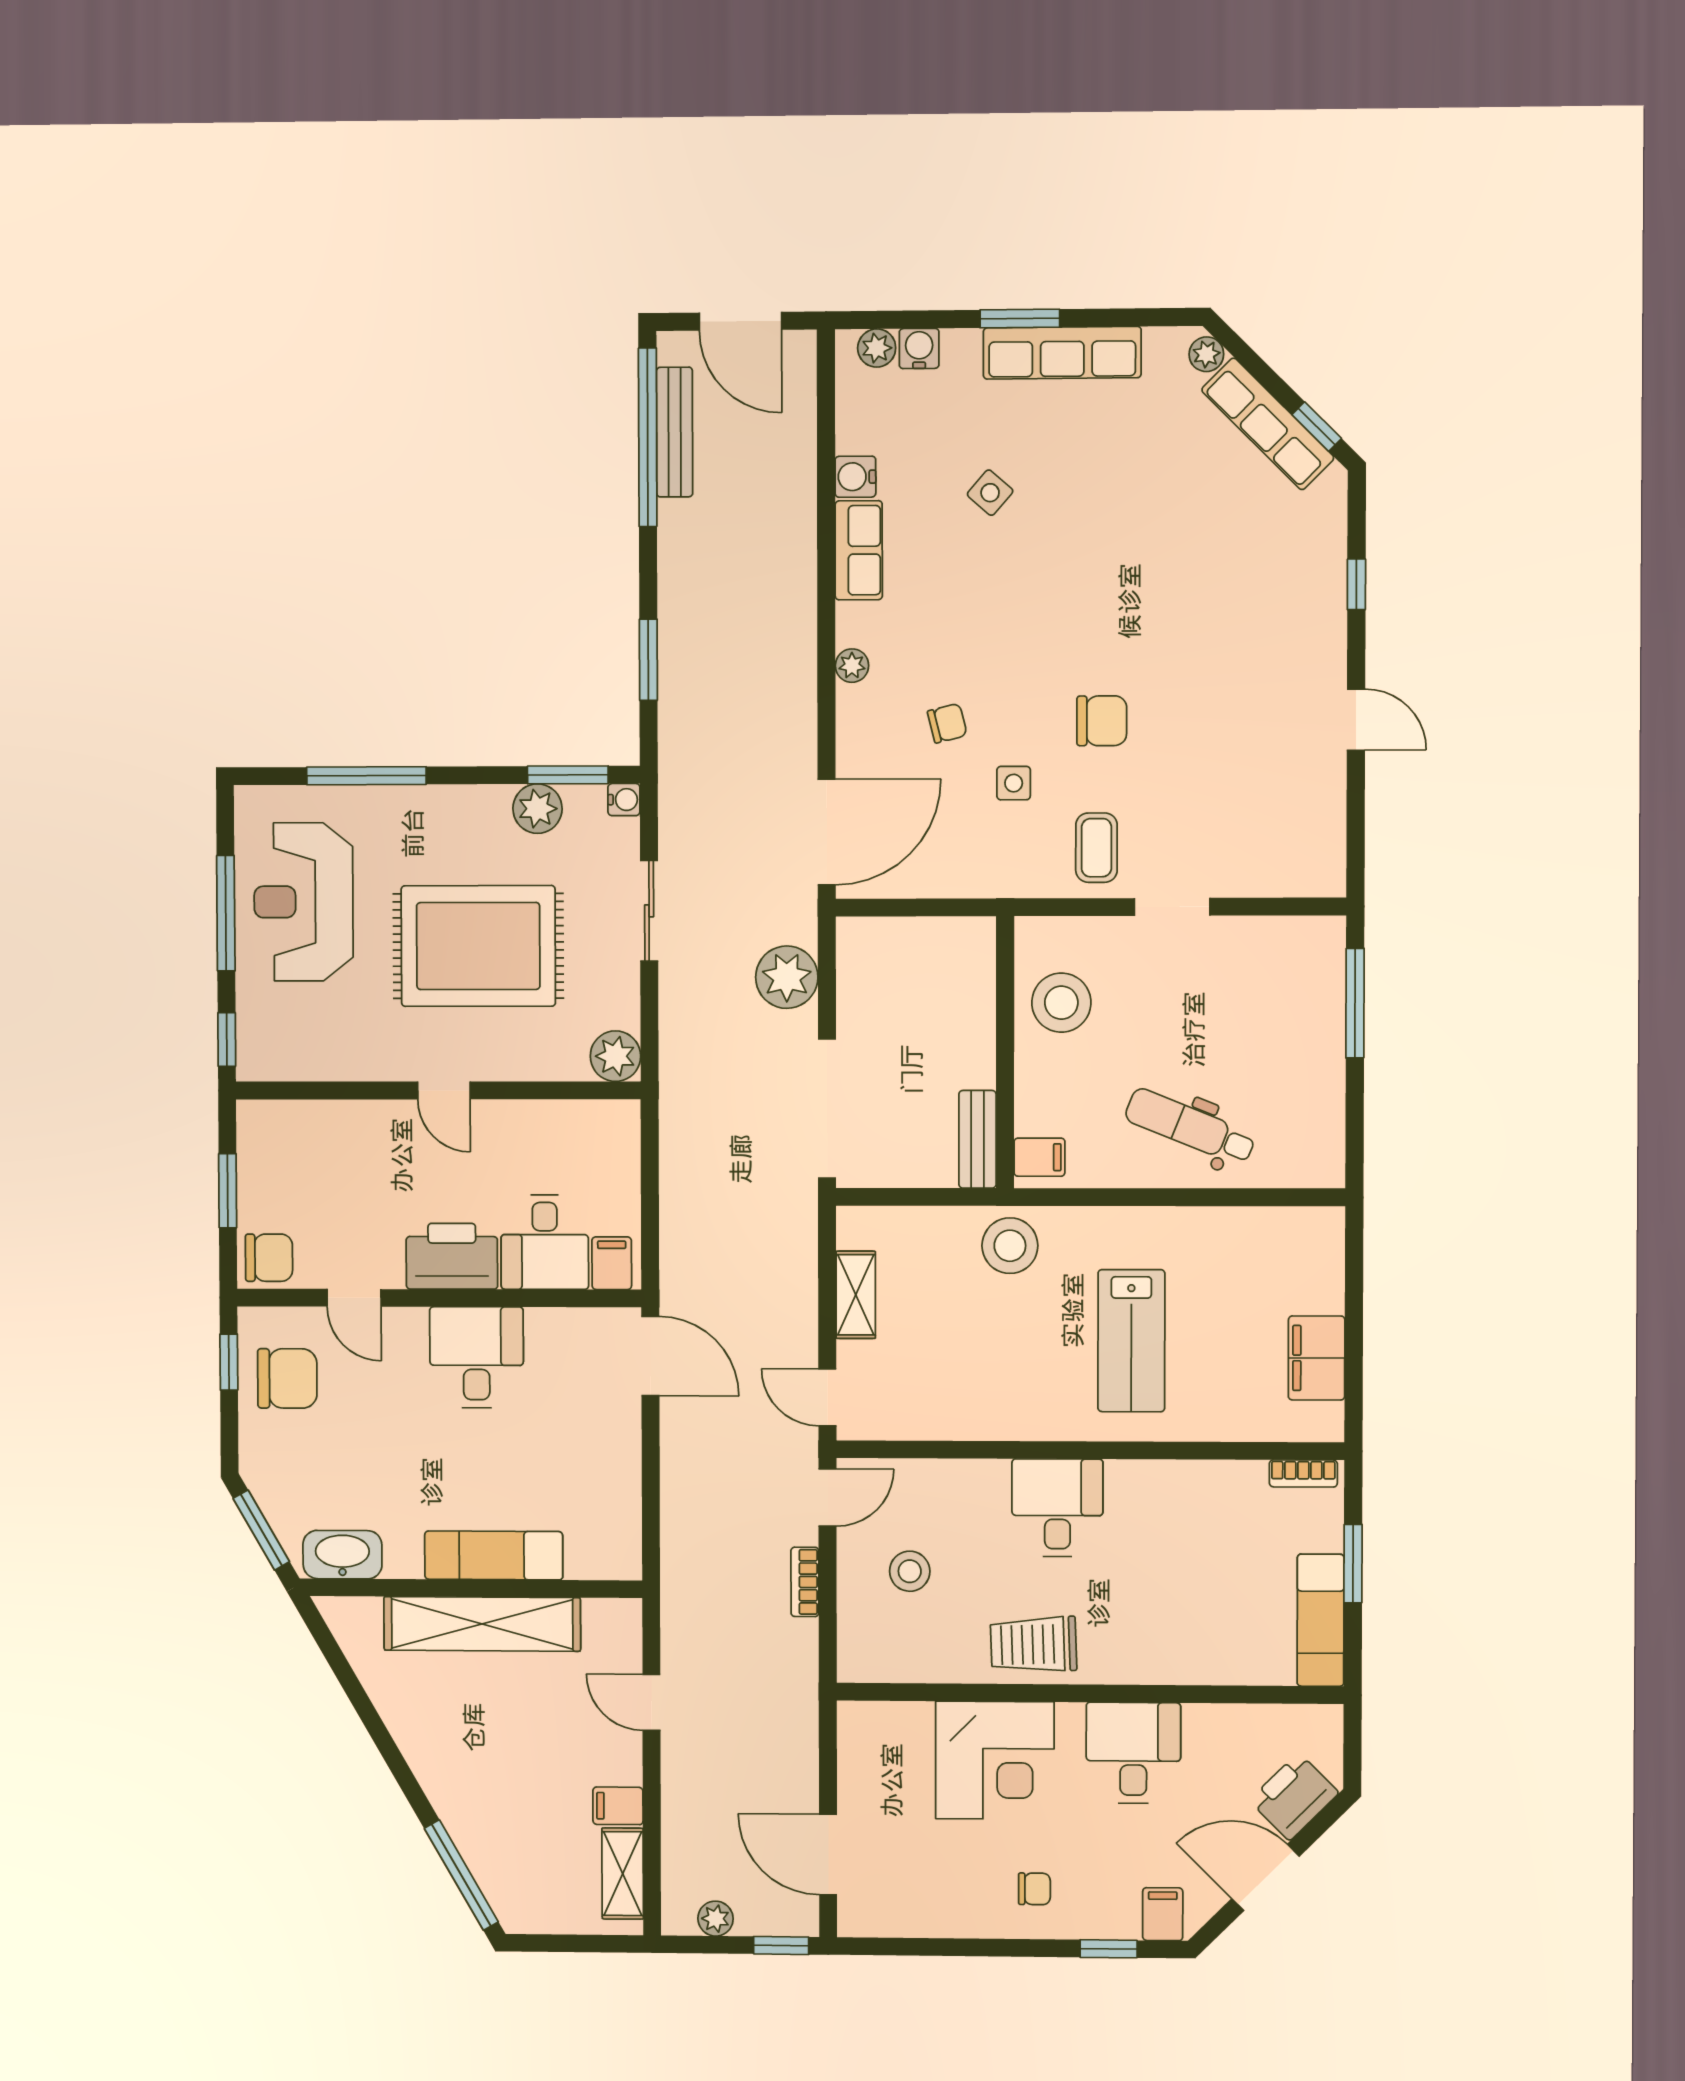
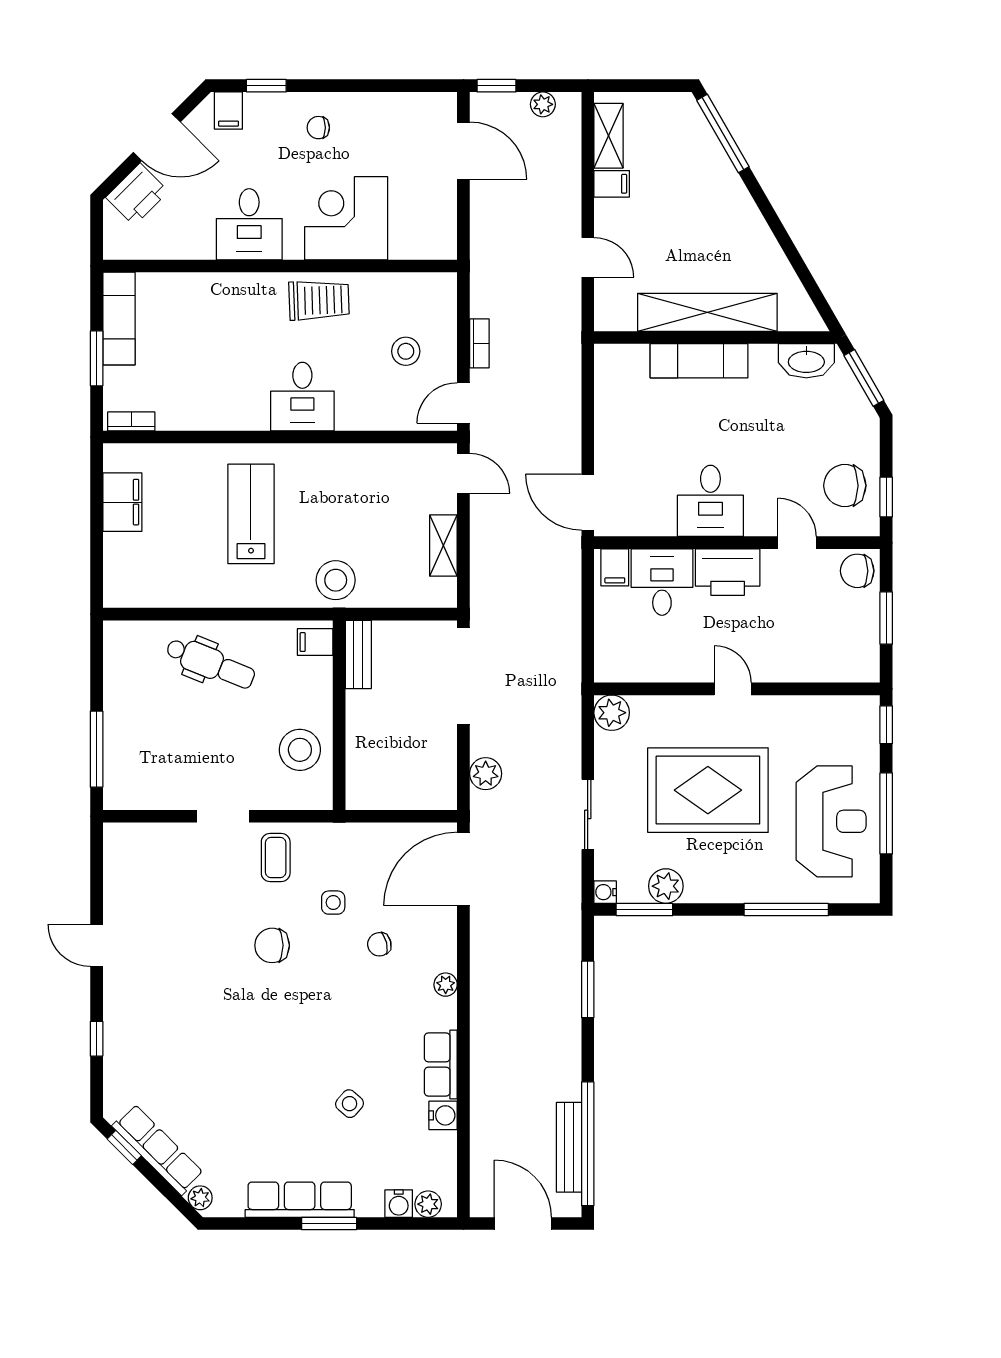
plant: (787, 977) -> (486, 774), width x0.73, depth x0.73

